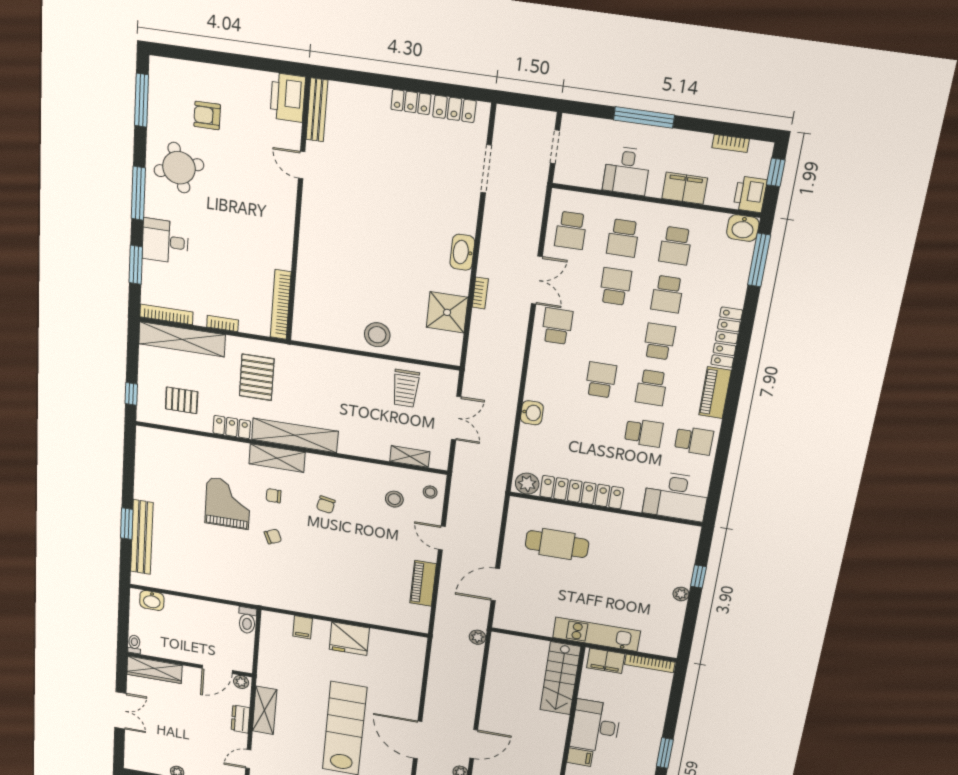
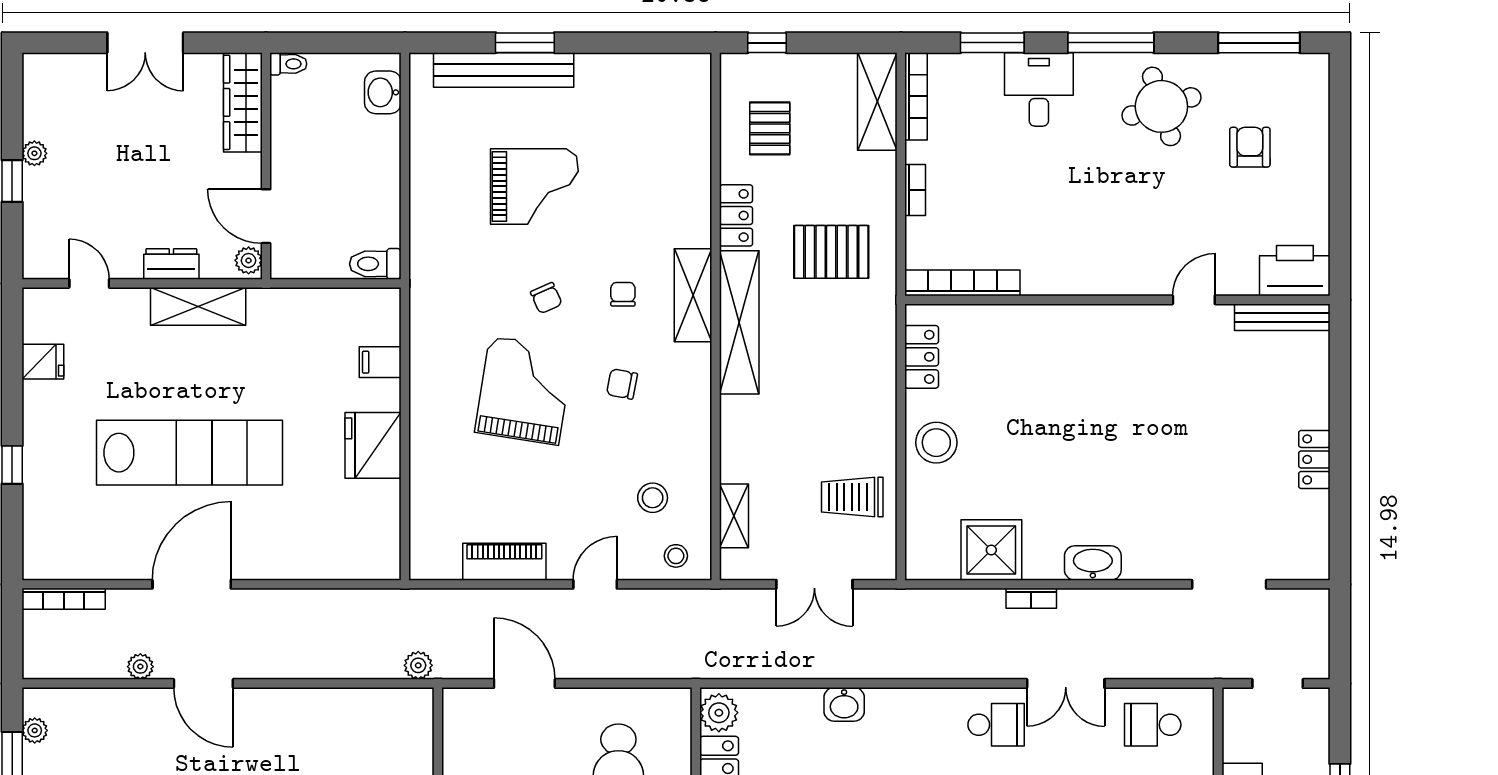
locker: (454, 109) -> (922, 357), moved, turned 180
shelving: (182, 339) -> (877, 101), width x0.68
grand piano: (228, 503) -> (534, 186), moved
grand piano: (325, 557) -> (524, 391), added

